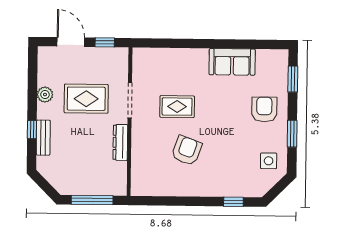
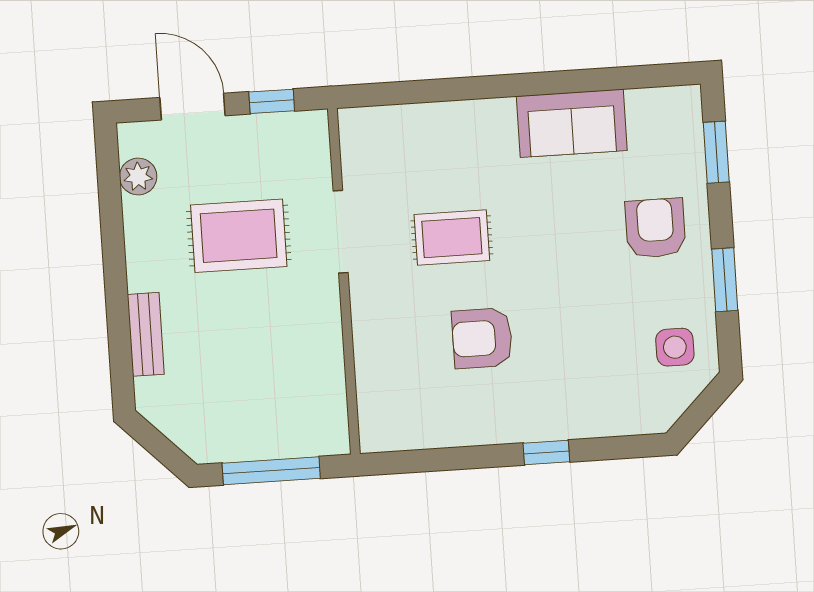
plant: (45, 95) -> (138, 176), moved
window: (32, 130) -> (118, 318), removed
dresser: (120, 142) -> (326, 331), removed
armchair: (187, 151) -> (482, 338), turned -110
window: (233, 202) -> (546, 452), moved

